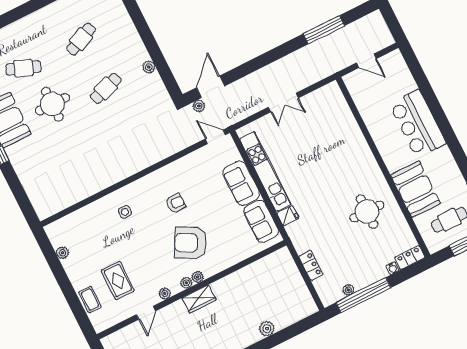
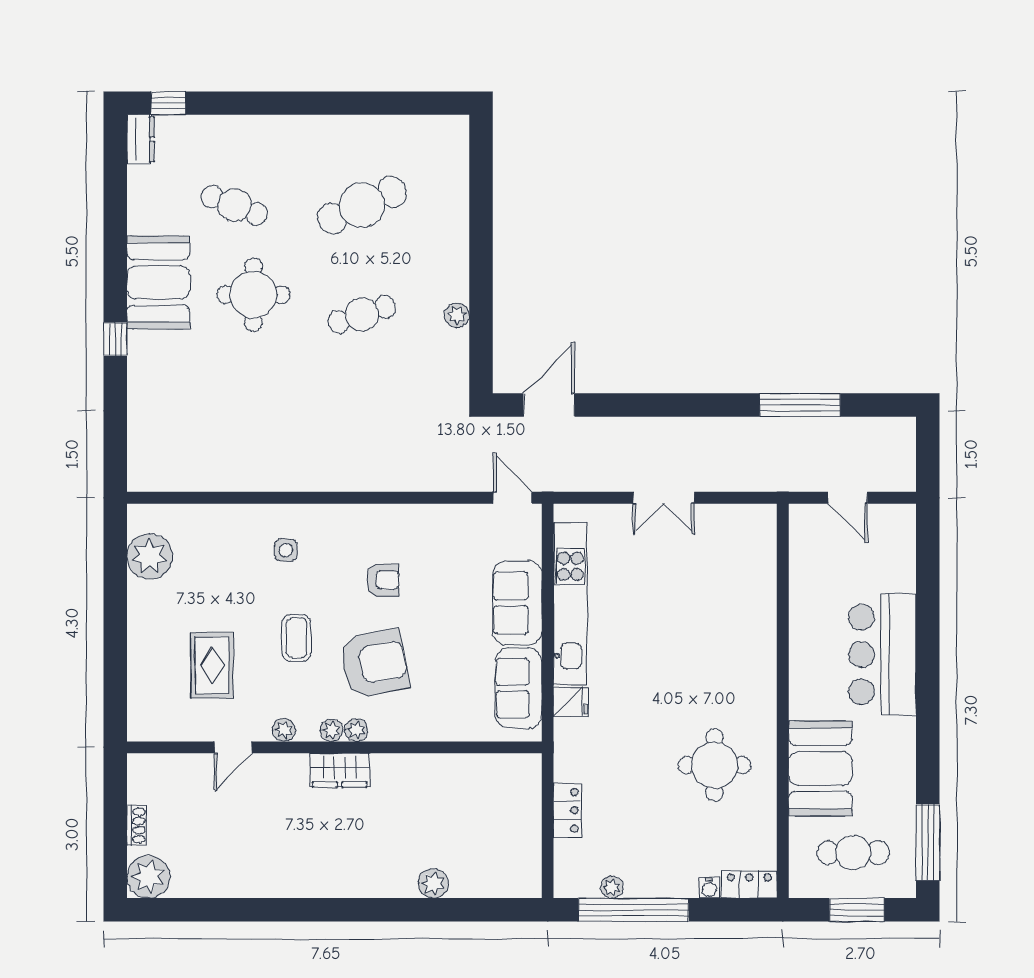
cafe table: (81, 39) -> (362, 205), width x1.37, depth x1.35
plant: (199, 106) -> (511, 428), removed
armchair: (190, 243) -> (374, 664), turned 140
plant: (63, 253) -> (150, 557), width x1.88, depth x1.88
coffee table: (90, 299) -> (297, 638), moved

